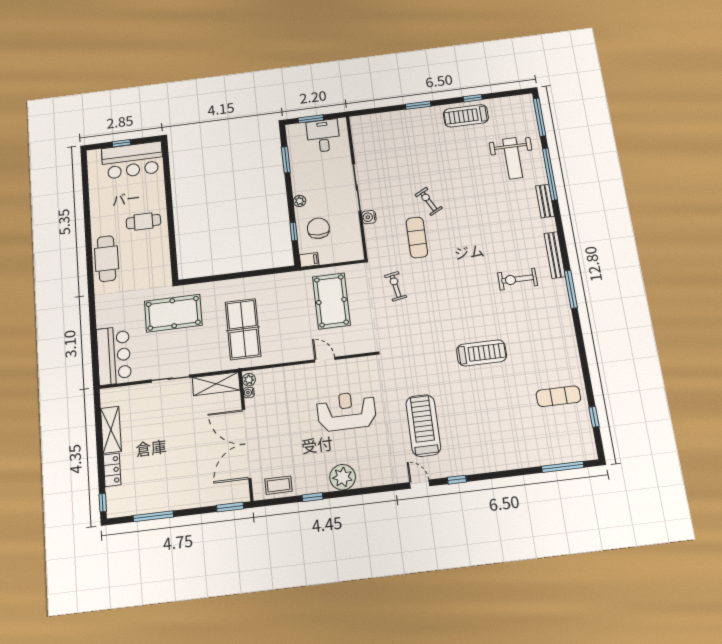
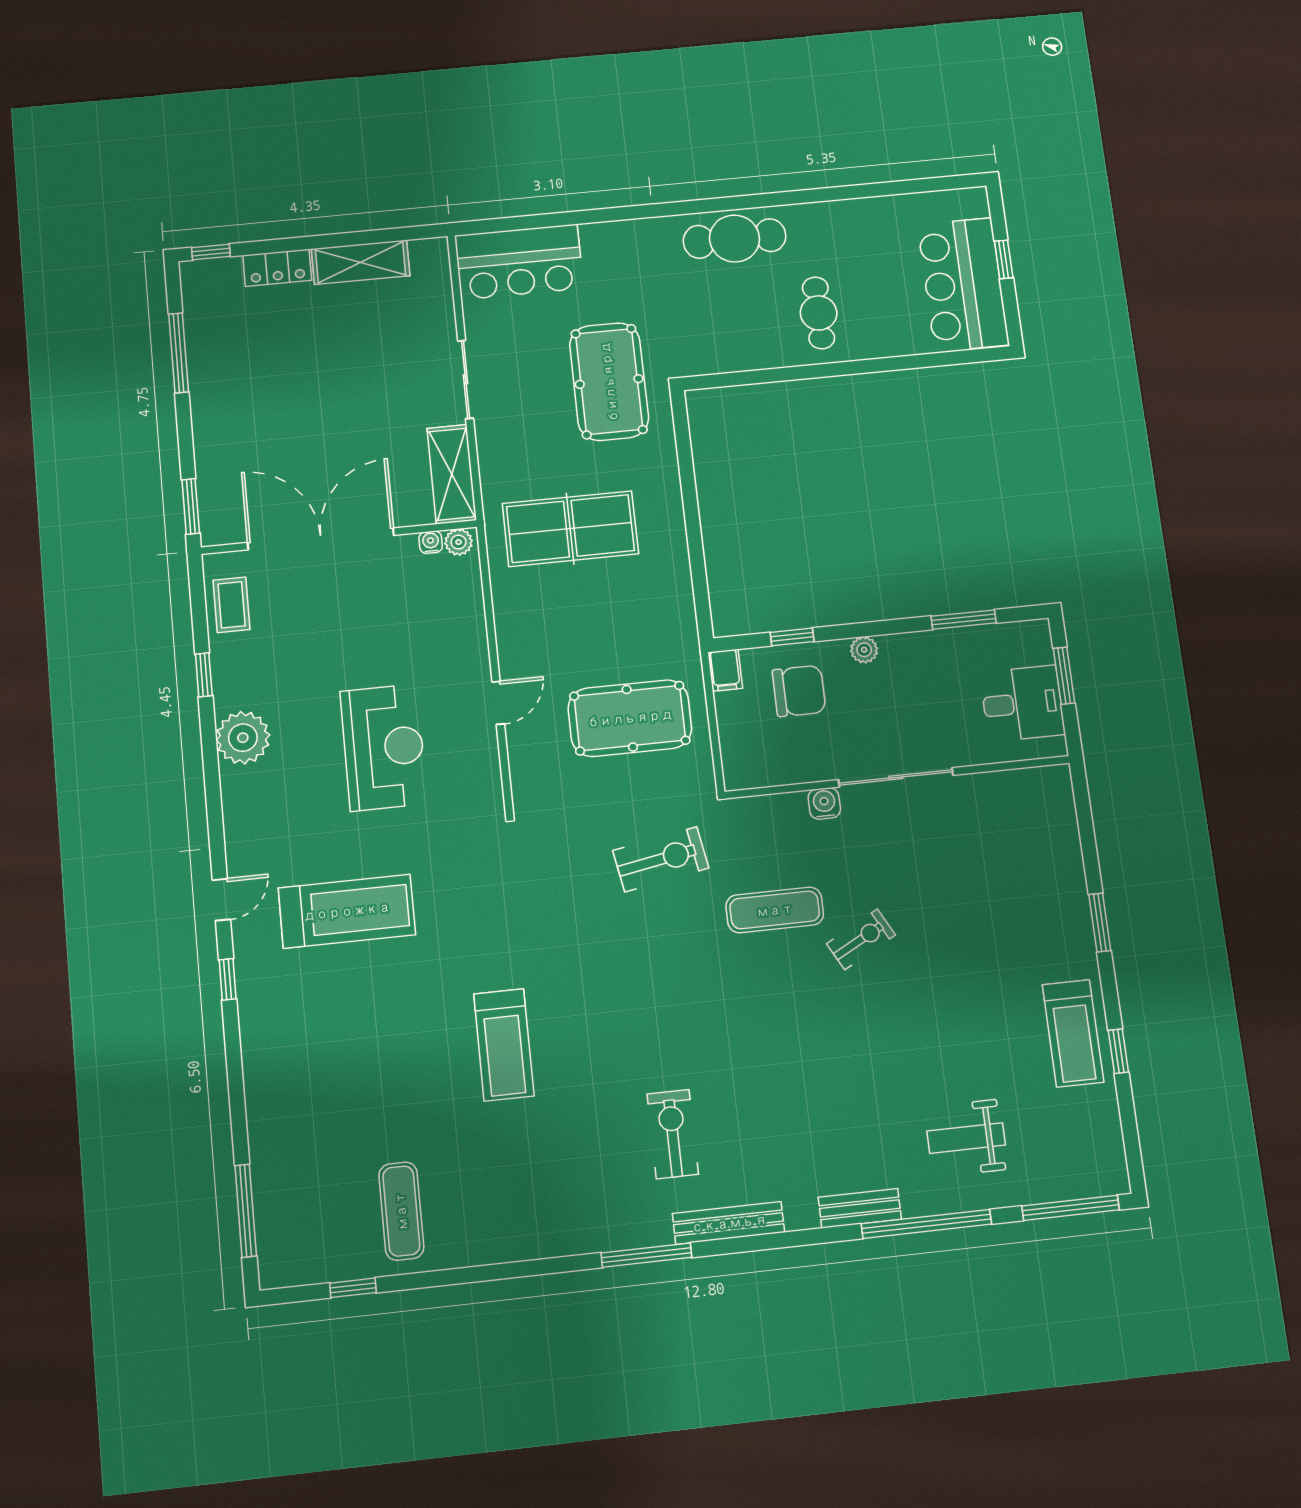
treadmill: (466, 116) -> (1073, 1033), turned 180
weight bench: (513, 158) -> (966, 1138), width x0.73, depth x0.75
exercise bike: (396, 286) -> (661, 859), width x1.38, depth x1.39

